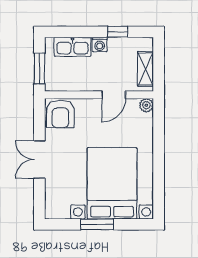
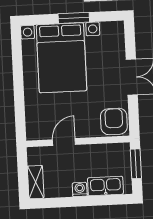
window: (118, 32) -> (63, 202), removed
shelving: (145, 69) -> (36, 182), moved
plant: (146, 105) -> (32, 134), removed

